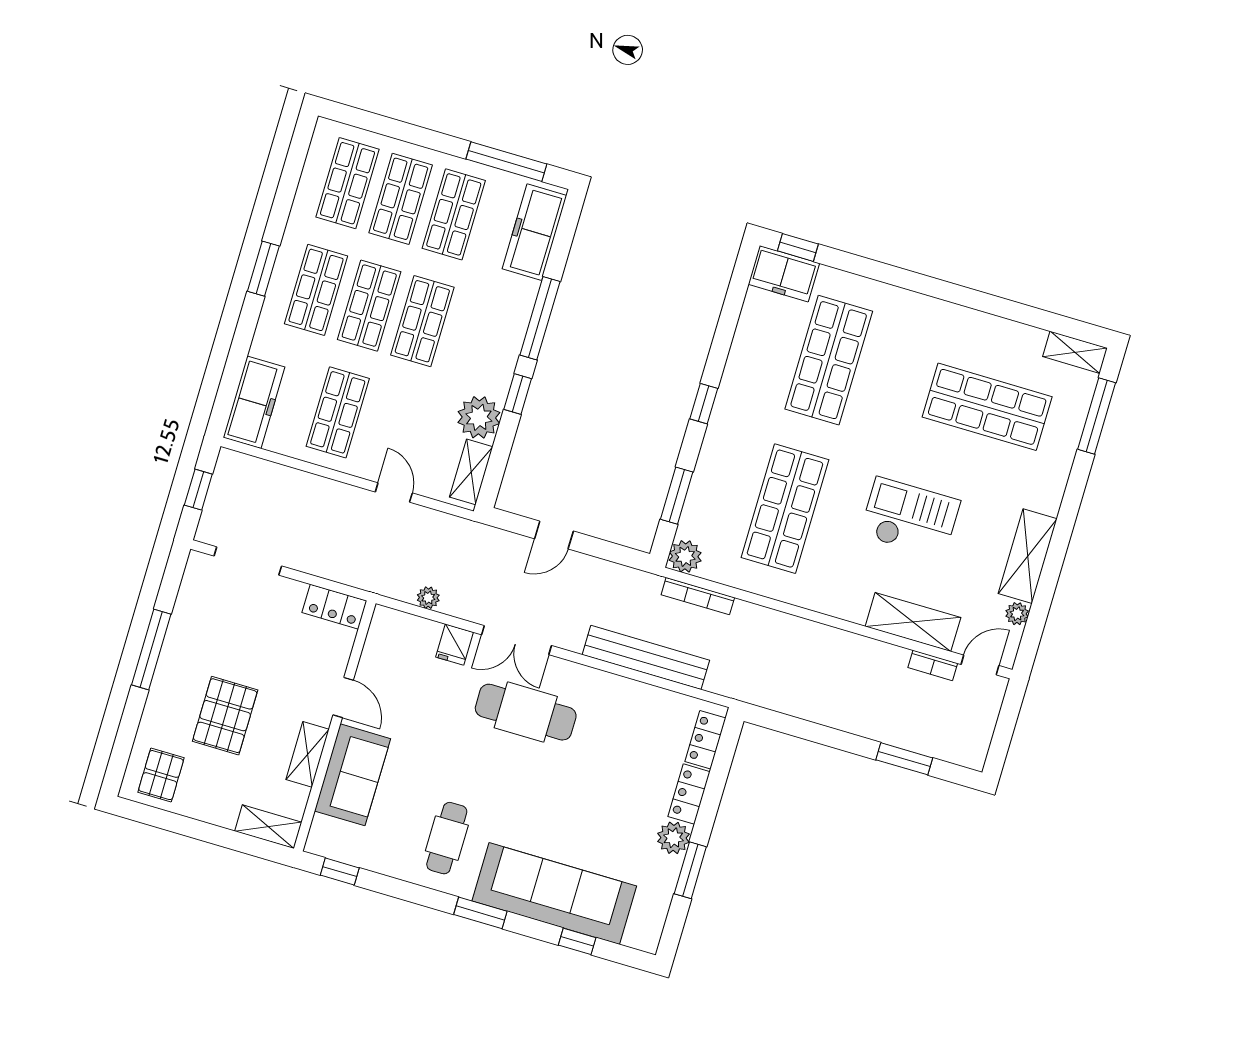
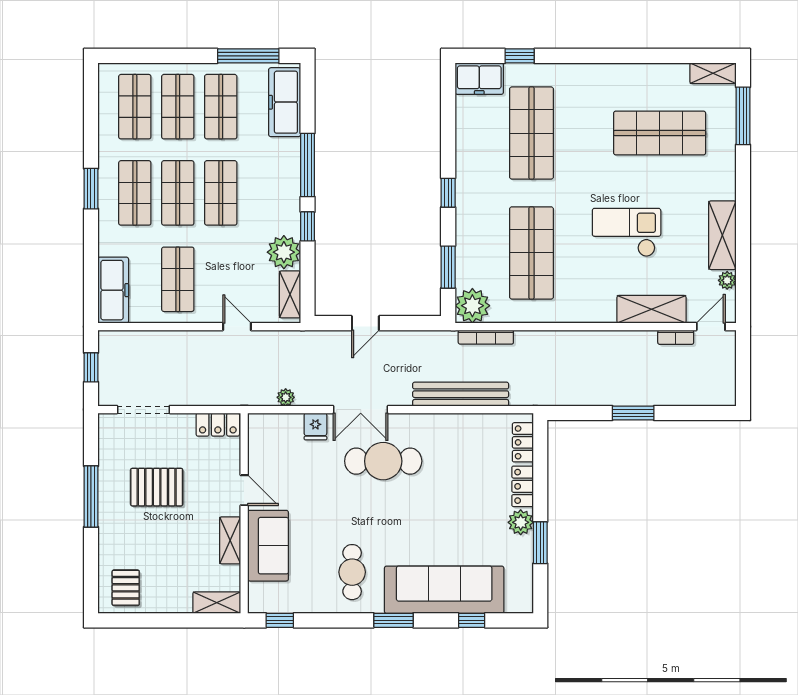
window: (798, 247) -> (520, 56), moved
plant: (685, 556) -> (472, 306), width x1.36, depth x1.36
pallet: (225, 716) -> (157, 487), moved, turned 90
window: (904, 759) -> (633, 413), moved

